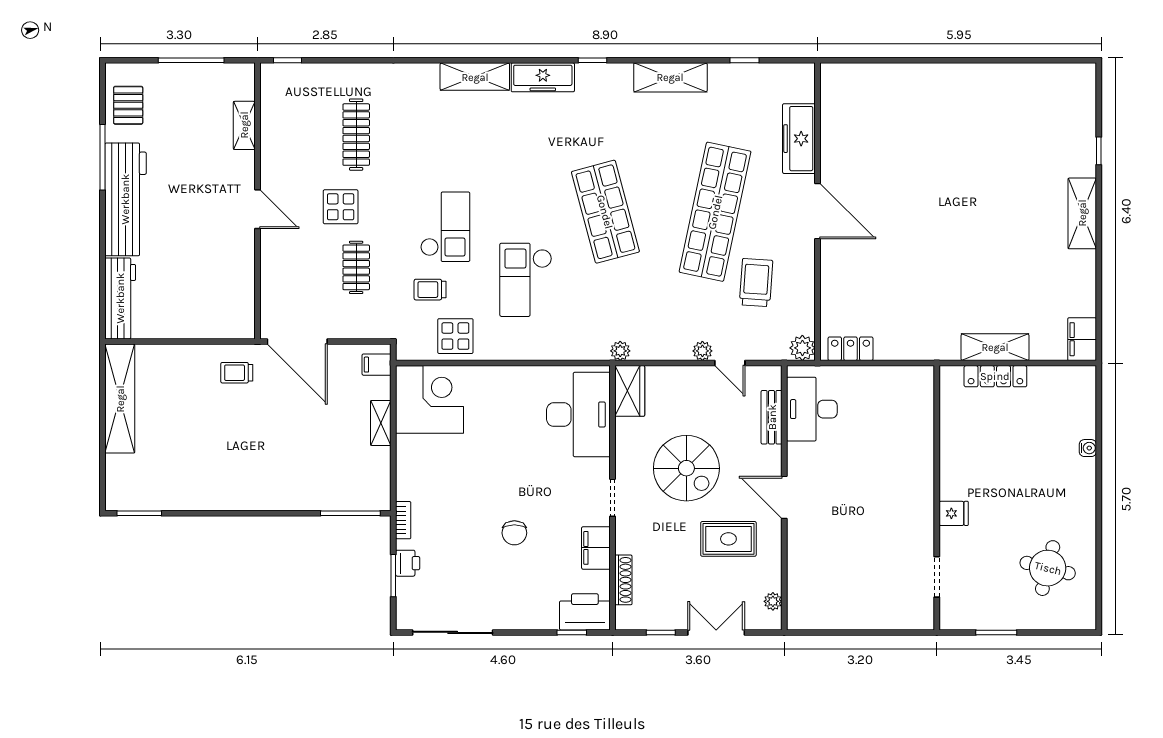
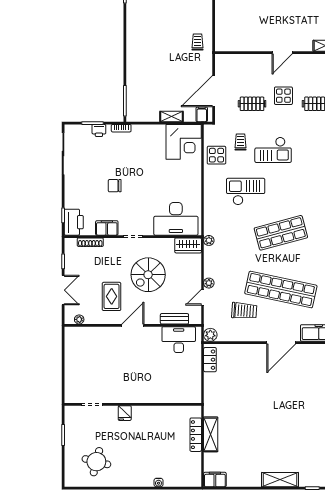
door: (297, 342) -> (214, 91), moved

